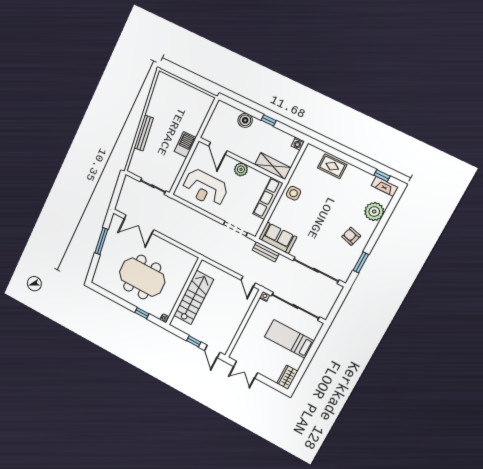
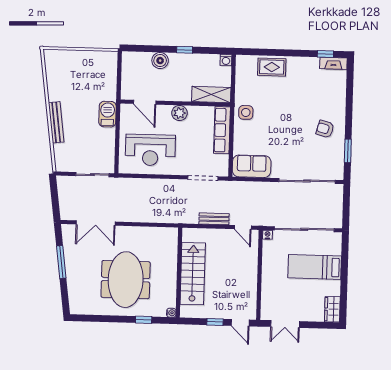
plant: (374, 212) -> (336, 93), removed
bench: (266, 252) -> (214, 219), moved
meeting table: (142, 277) -> (126, 280), turned 90

